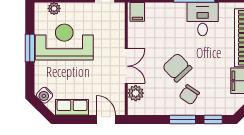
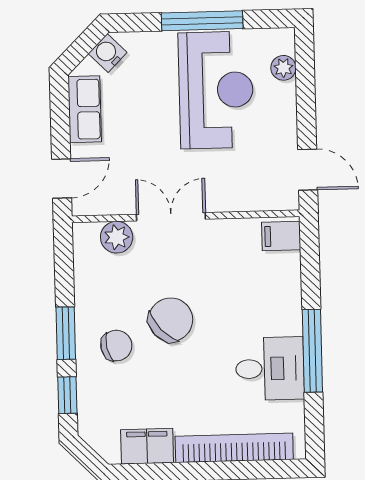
window: (30, 48) -> (202, 21), width x1.44
double door: (126, 66) -> (171, 217), swing flipped
chair: (189, 95) -> (116, 346), turned 134

